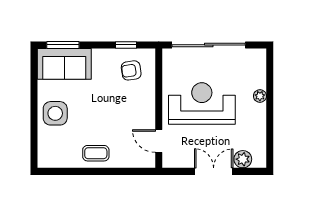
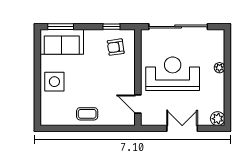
plant: (243, 159) -> (218, 119), moved

